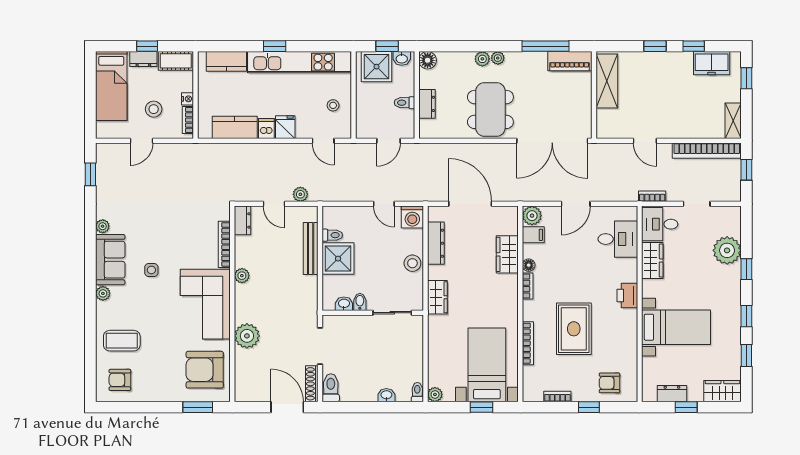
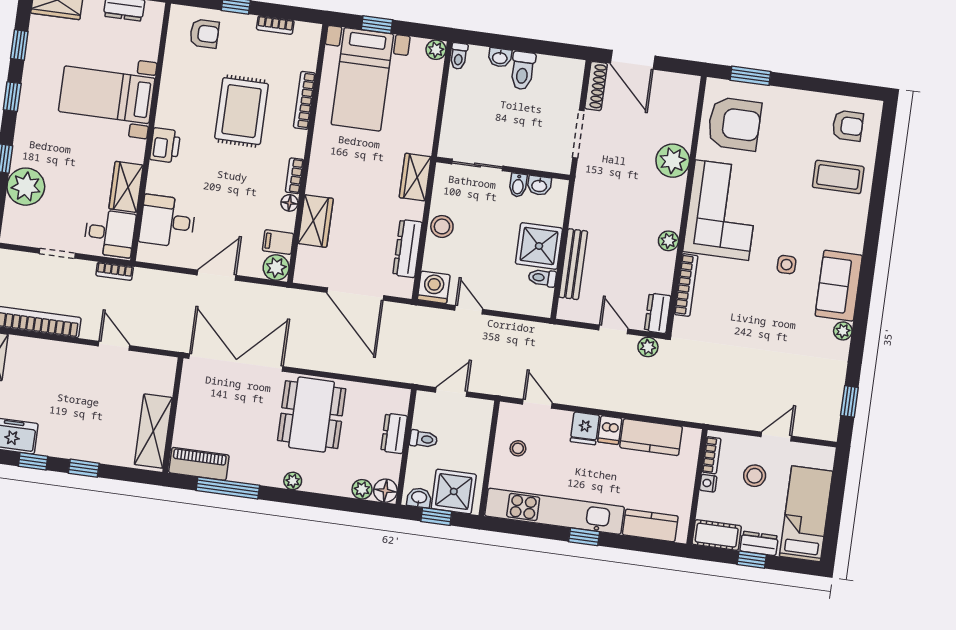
plant: (482, 59) -> (362, 489), moved
plant: (300, 194) -> (648, 347), moved
plant: (103, 293) -> (854, 242), removed
toilet: (331, 388) -> (523, 71), moved

